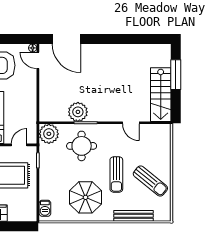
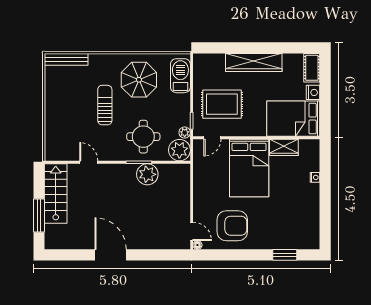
door: (66, 39) -> (111, 255), moved
plant: (44, 150) -> (185, 133), added
sun lounger: (150, 181) -> (67, 98), removed
barbecue: (45, 208) -> (180, 76), width x1.88, depth x1.53
bench: (133, 216) -> (66, 59), moved

